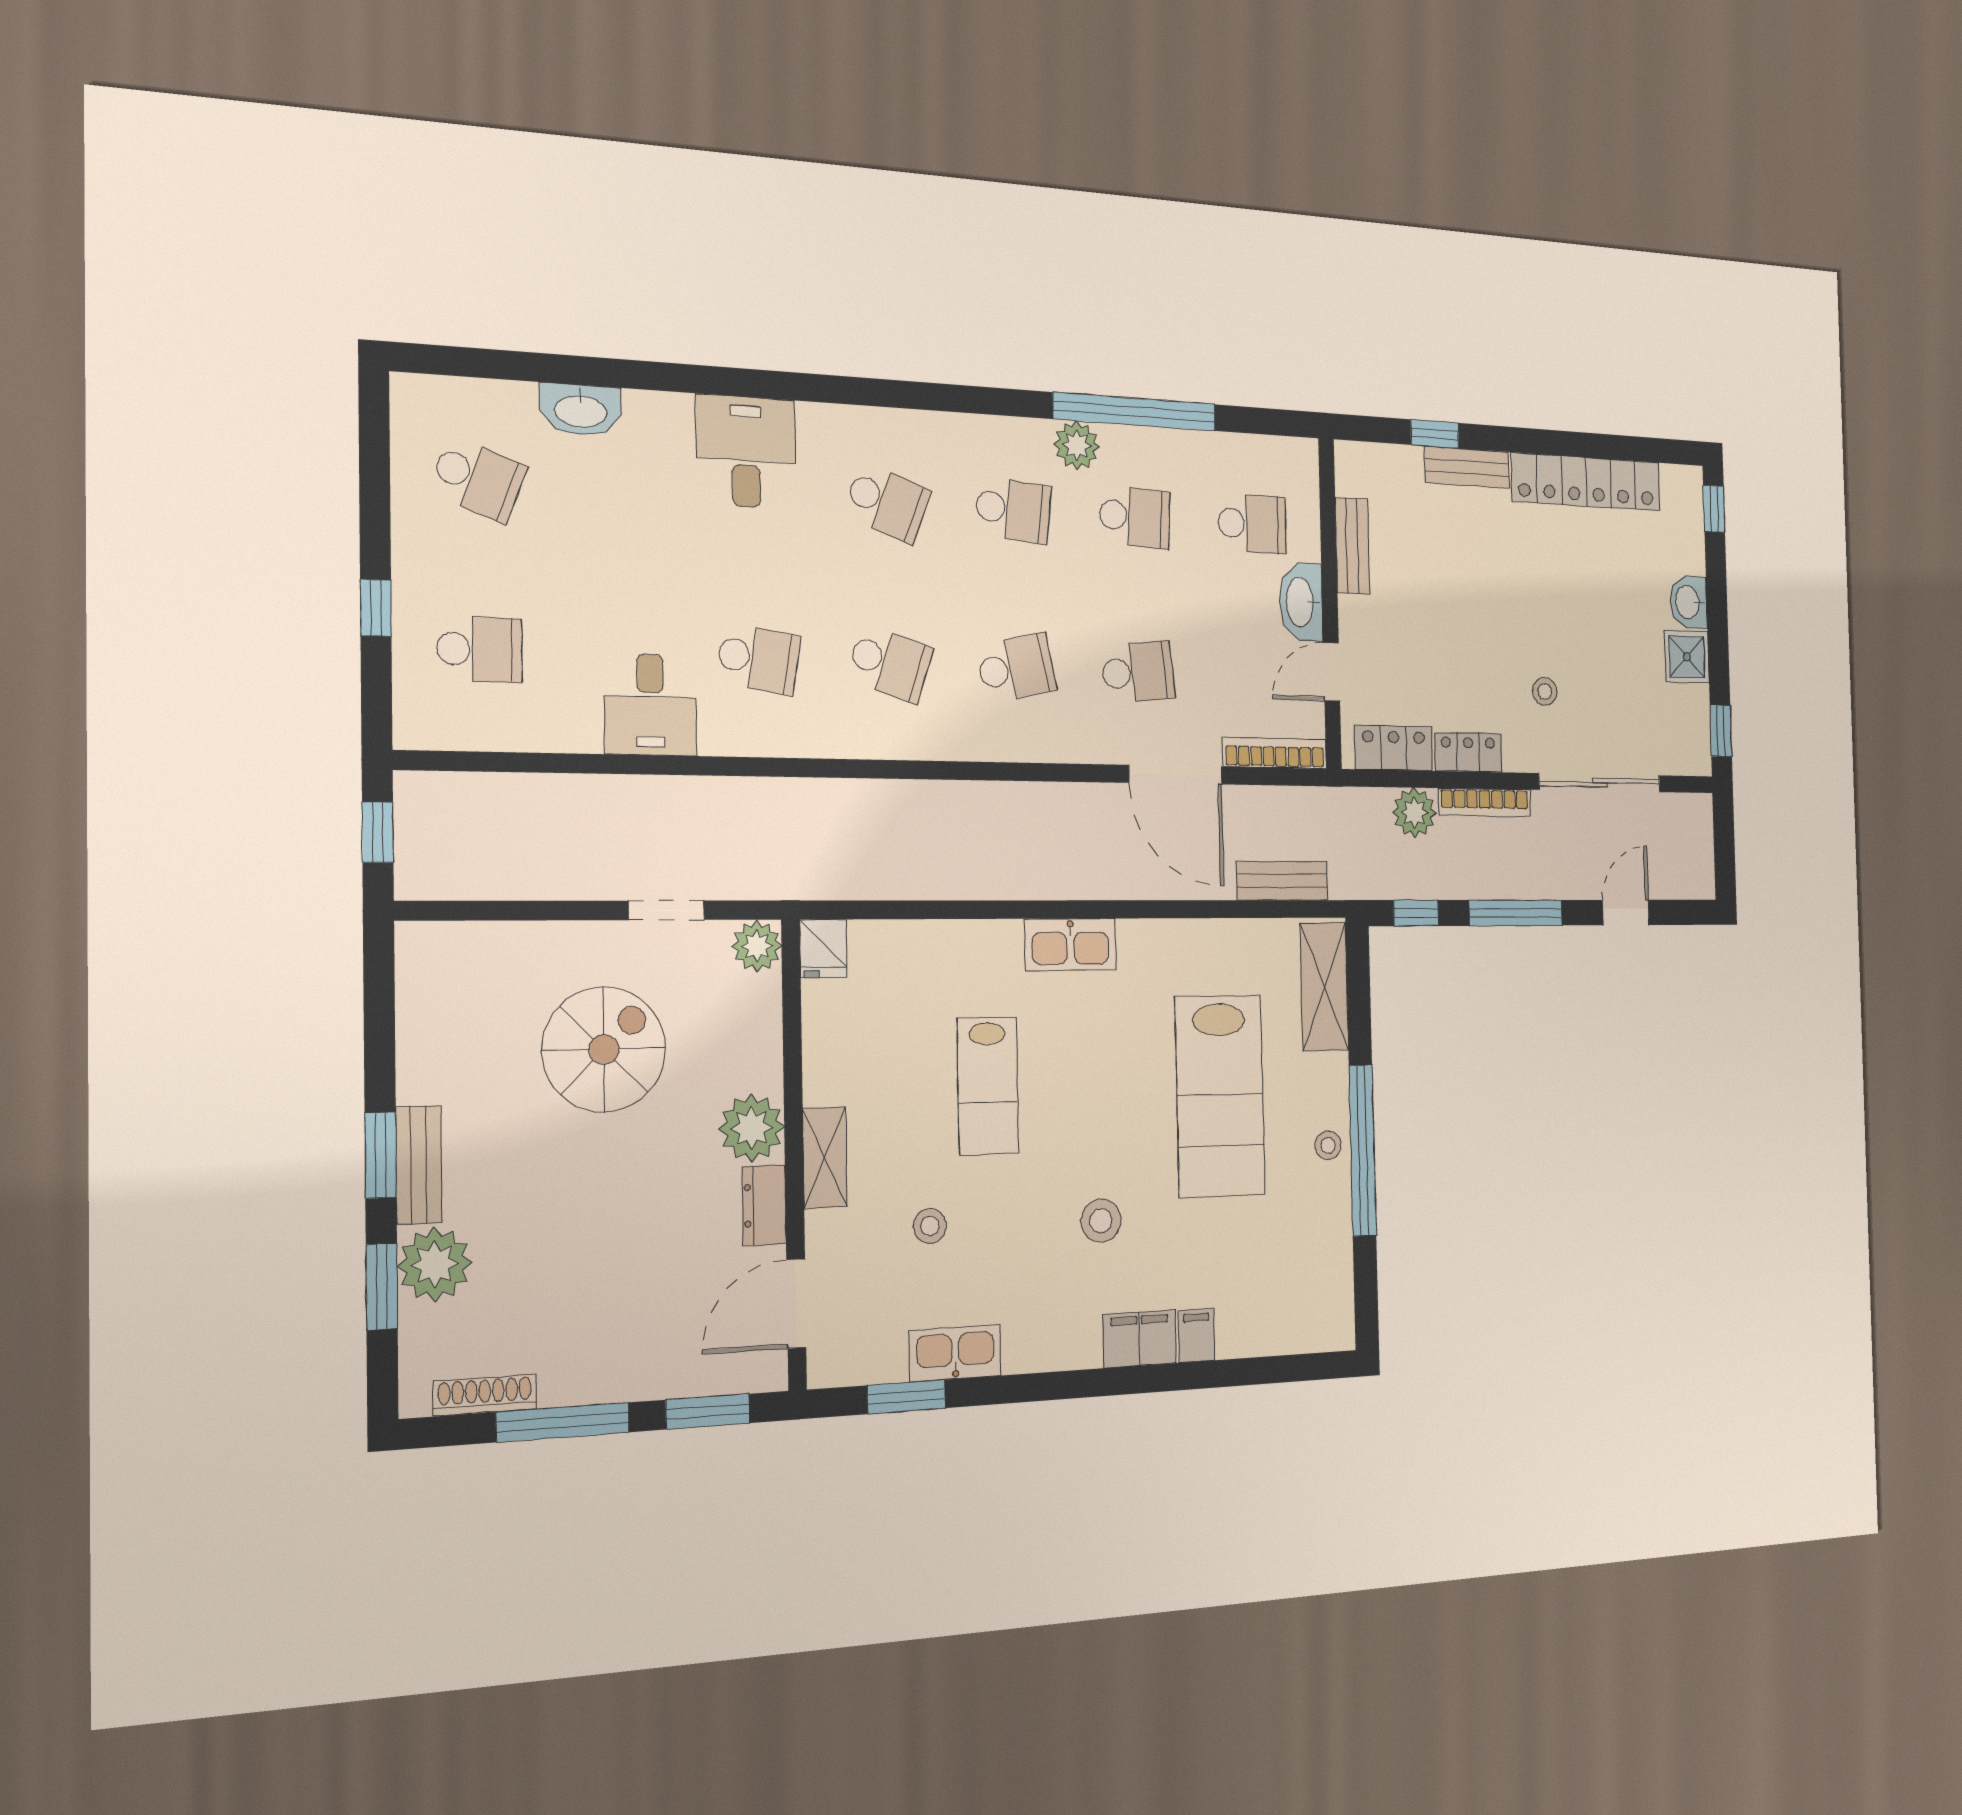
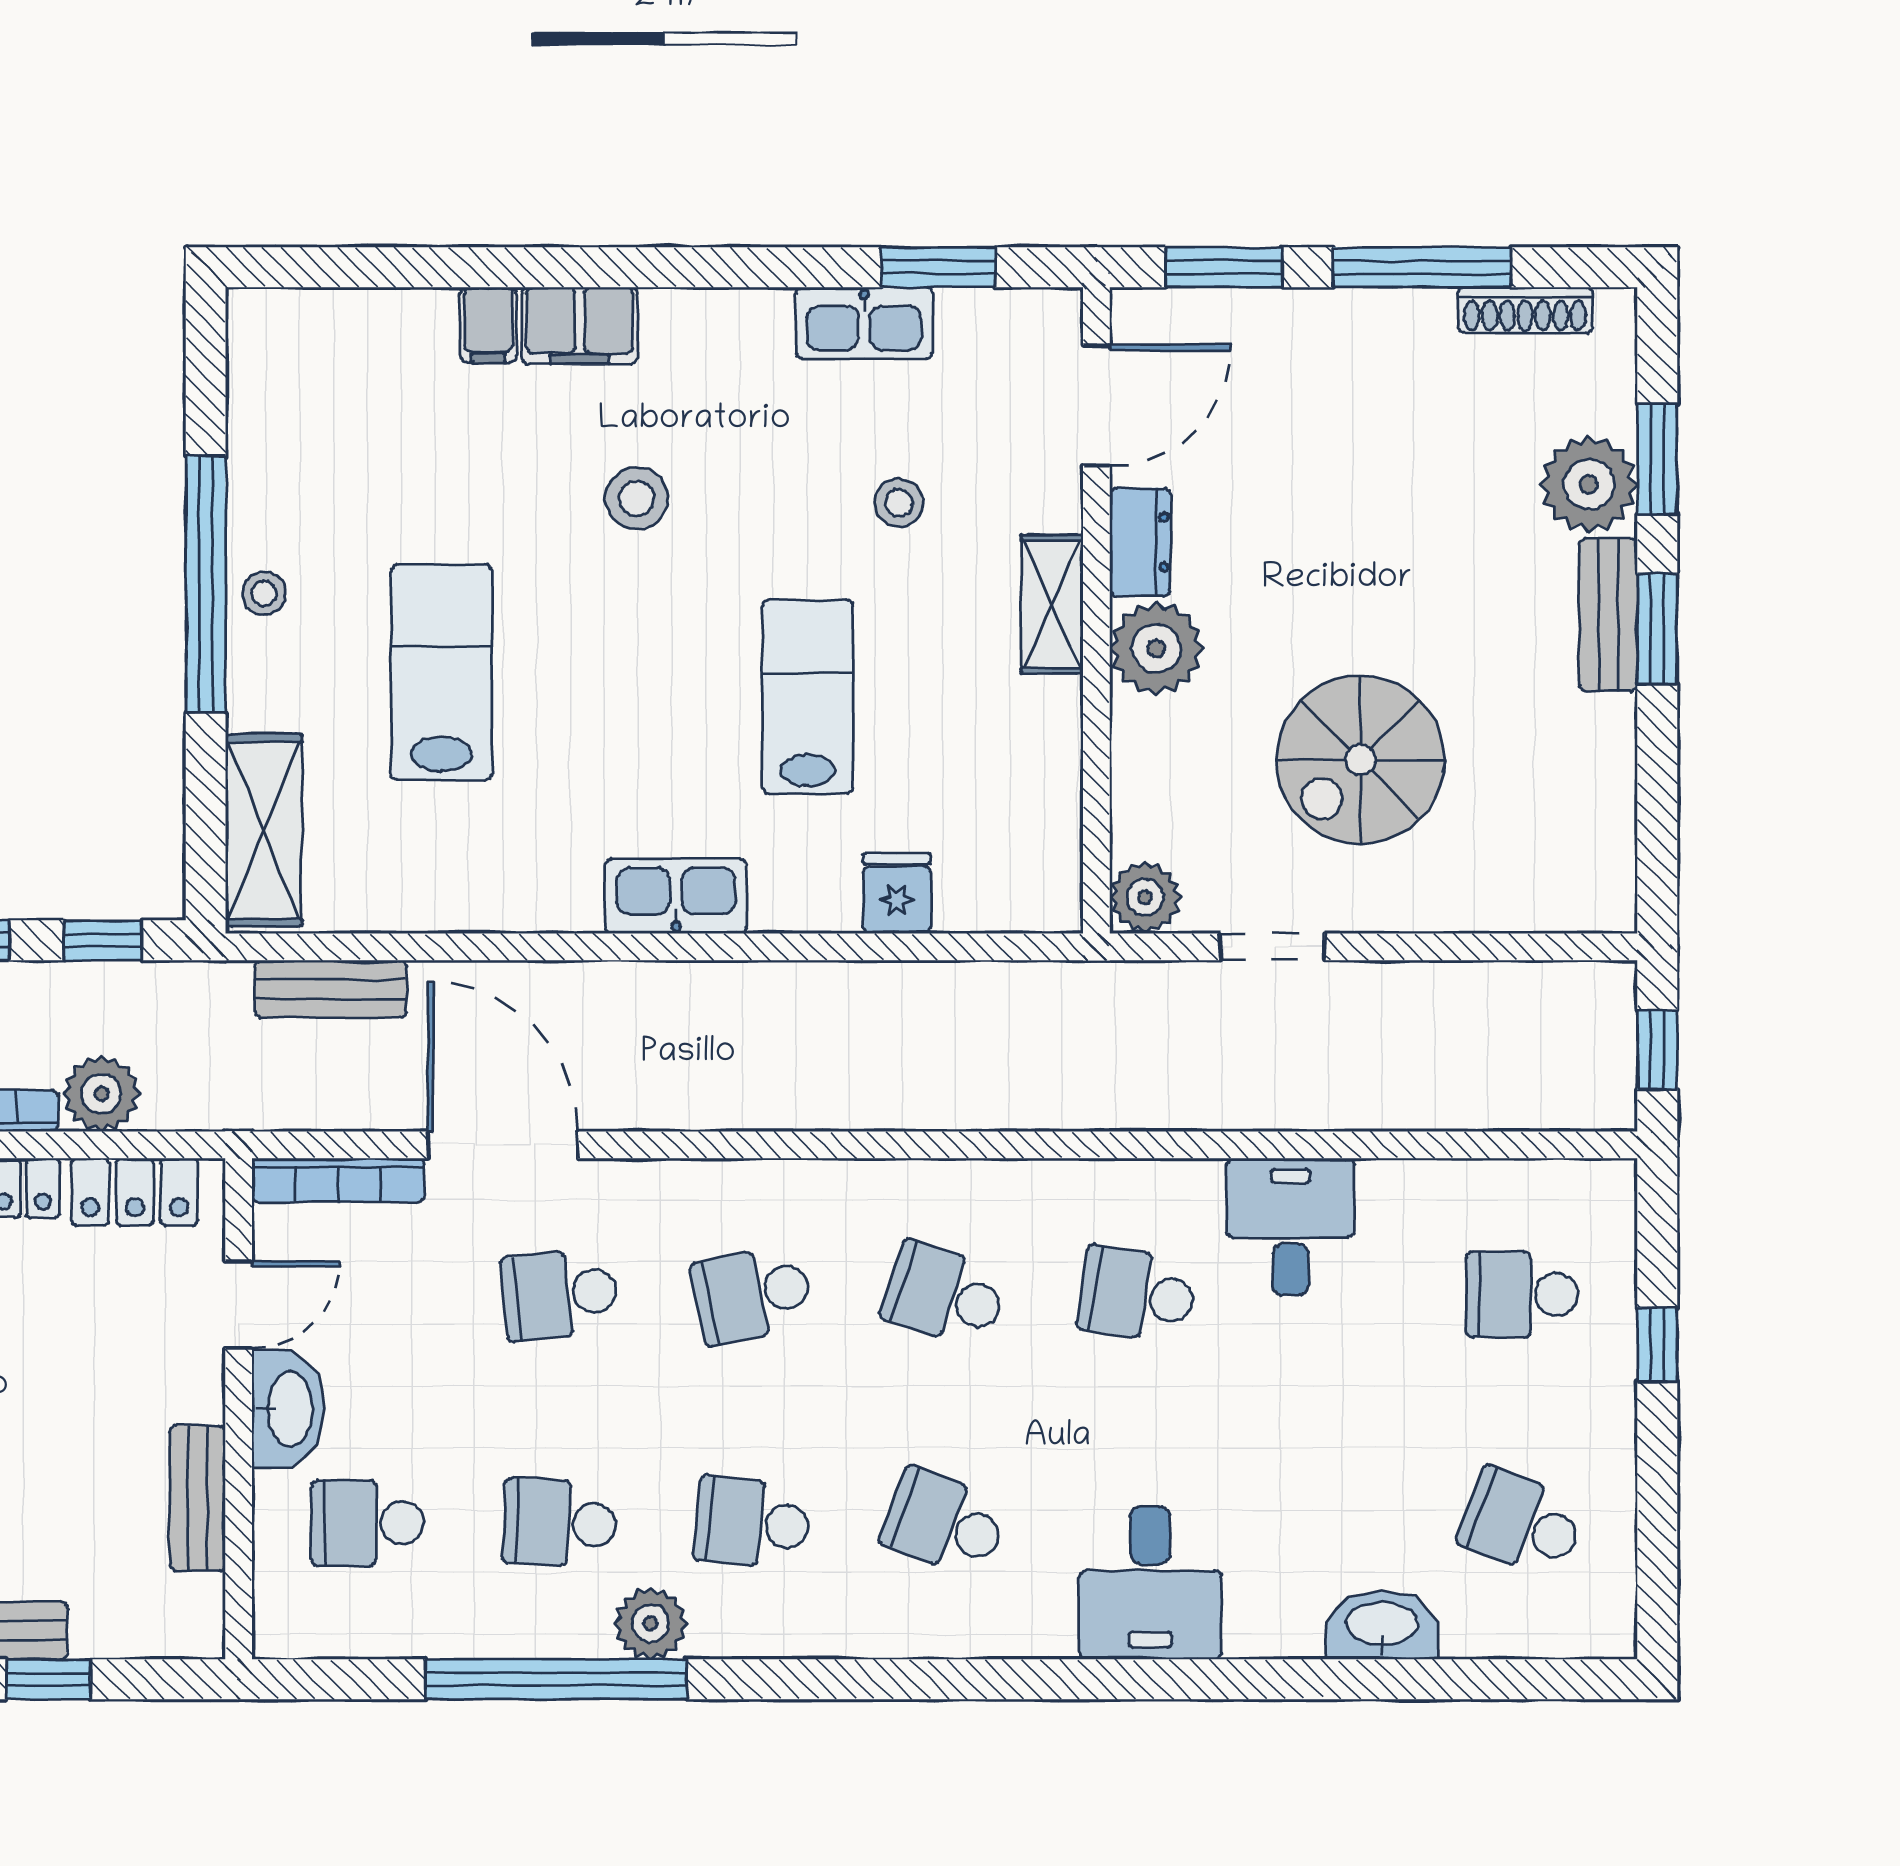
fridge: (823, 948) -> (897, 893), moved
lab bench: (1220, 1096) -> (441, 672), width x0.73, depth x0.72

